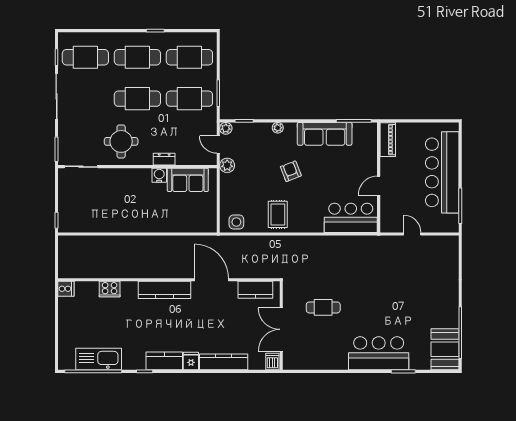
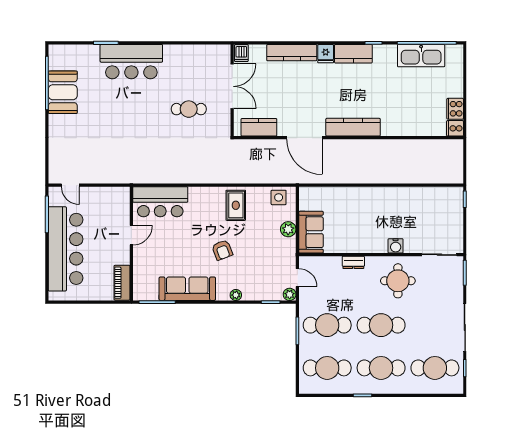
plant: (227, 165) -> (288, 229), moved
water cooler: (159, 175) -> (396, 246), moved
sofa: (188, 180) -> (311, 232), moved, turned 90
door: (412, 234) -> (70, 185), moved
cooker: (110, 289) -> (455, 109), moved, turned -90
booth: (445, 349) -> (63, 92), moved

